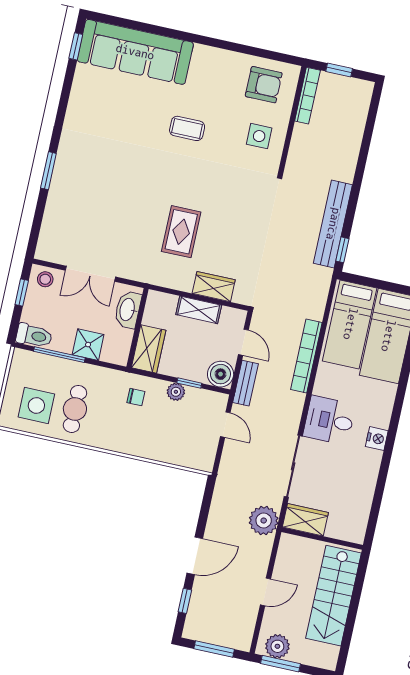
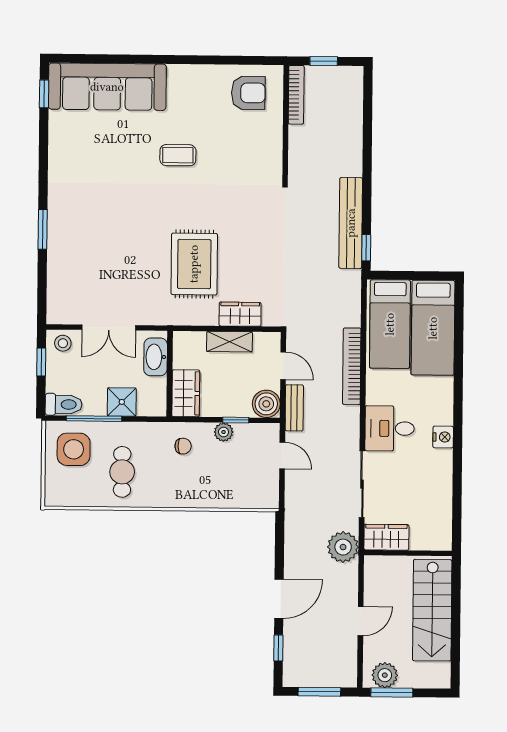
side table: (259, 136) -> (255, 147), removed
rug: (181, 232) -> (194, 264), width x1.36, depth x1.43
side table: (36, 405) -> (74, 449), moved

